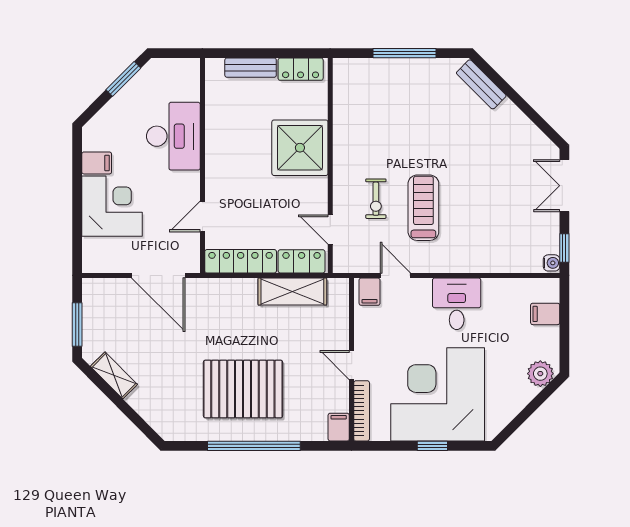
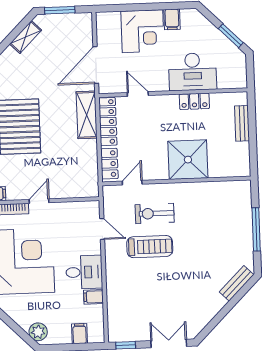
locker: (301, 69) -> (194, 101), moved, turned -90
exercise bike: (376, 199) -> (155, 213), width x1.38, depth x1.39
water cooler: (552, 263) -> (115, 337), removed
door: (395, 275) -> (102, 229), hinge flipped
shelving: (292, 292) -> (87, 115), moved
filing cabinet: (370, 292) -> (94, 297), moved

